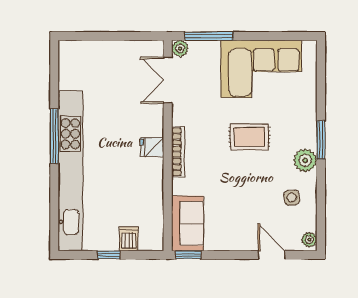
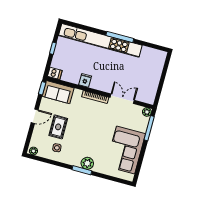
double door: (168, 80) -> (122, 99), moved
rug: (249, 137) -> (58, 127), moved
fridge: (152, 147) -> (85, 80), moved
plant: (305, 160) -> (87, 163), moved
dishwasher: (129, 239) -> (55, 73), moved
door: (272, 255) -> (35, 116), moved

